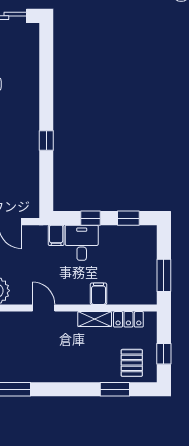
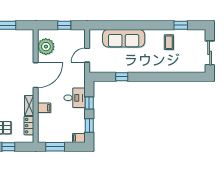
window: (46, 140) -> (122, 77), moved
filing cabinet: (56, 235) -> (79, 138), moved
door: (44, 308) -> (36, 75), width x1.87

